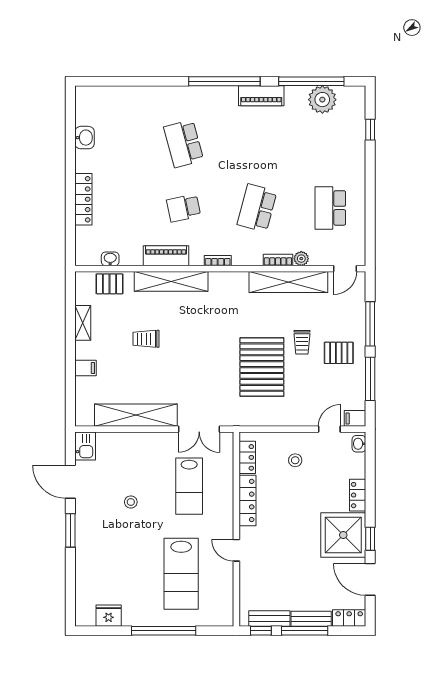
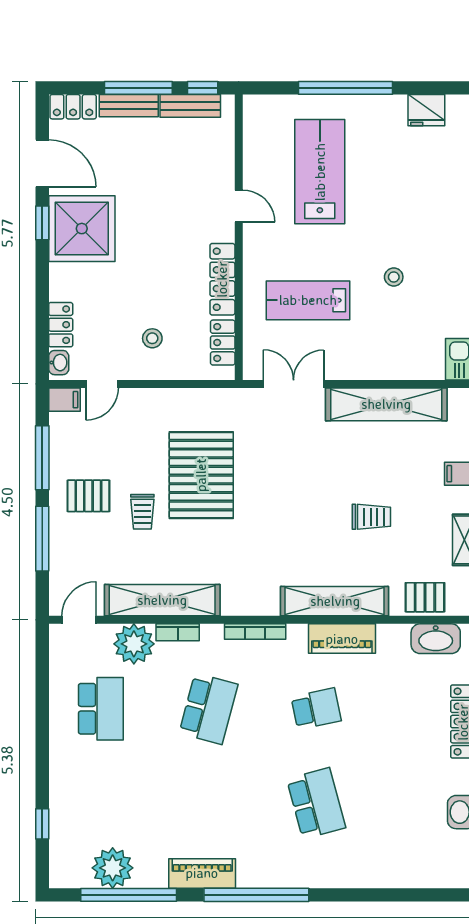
washbasin: (110, 259) -> (436, 639), width x1.91, depth x1.45
plant: (301, 259) -> (134, 644), width x1.87, depth x1.87
bookcase: (218, 261) -> (255, 631), width x1.56
trolley: (302, 342) -> (142, 512), turned 180
lab bench: (189, 486) -> (308, 300), turned -90
locker: (358, 495) -> (61, 325), moved

